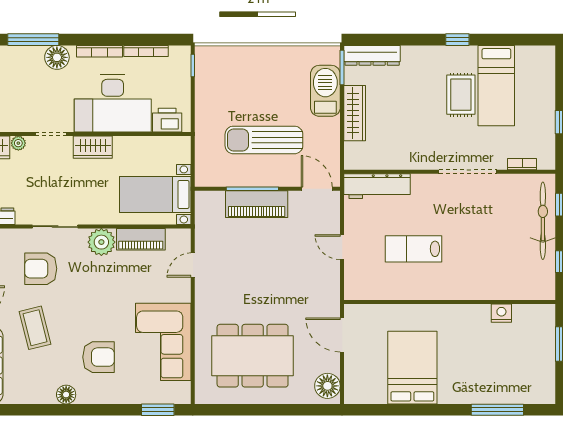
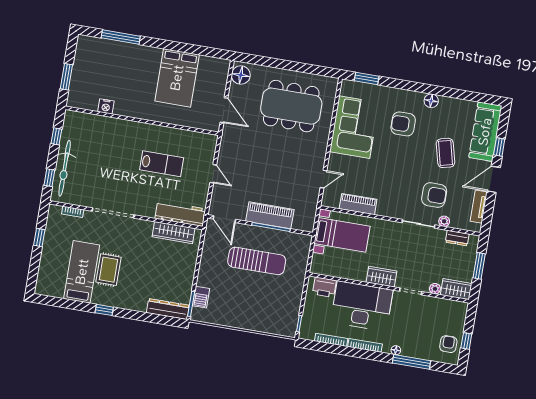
floor lamp: (57, 57) -> (396, 350), width x0.53, depth x0.53
barbecue: (325, 91) -> (201, 297), width x0.53, depth x0.65
wardrobe: (355, 113) -> (173, 233), moved, turned -90
plant: (101, 242) -> (444, 221), moved, width x0.53, depth x0.53

